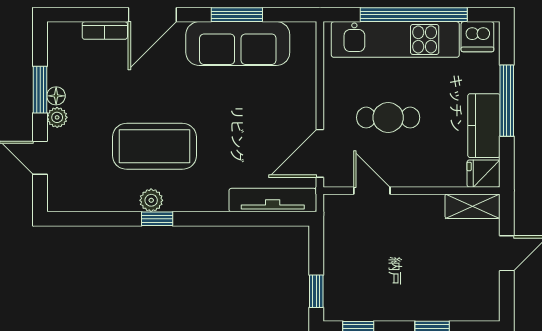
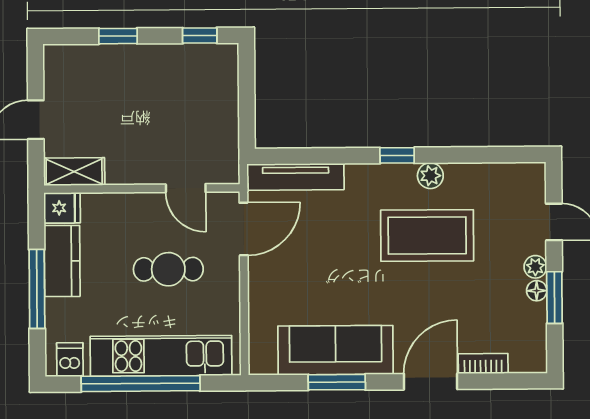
dishwasher: (477, 37) -> (70, 360), width x0.73
window: (157, 219) -> (397, 155), moved
window: (316, 291) -> (247, 76), removed

